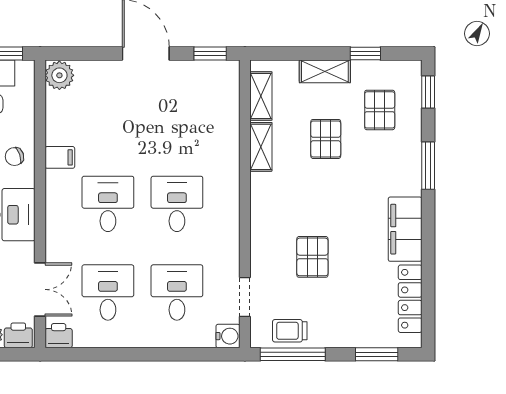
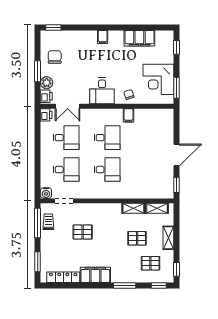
window: (365, 53) -> (177, 269), moved
plant: (59, 75) -> (166, 115), removed

